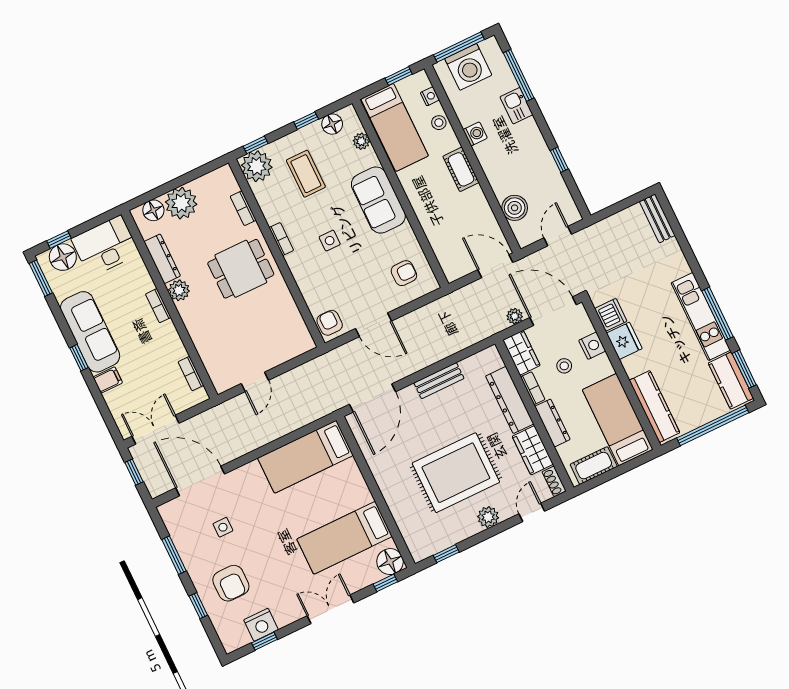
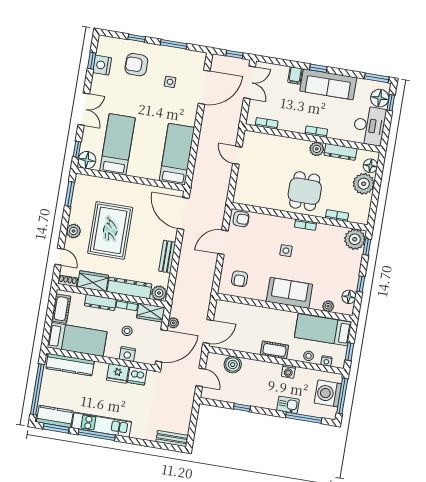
coffee table: (306, 174) -> (332, 263), removed
plant: (491, 359) -> (159, 293), added
window: (446, 554) -> (70, 194), width x1.50

